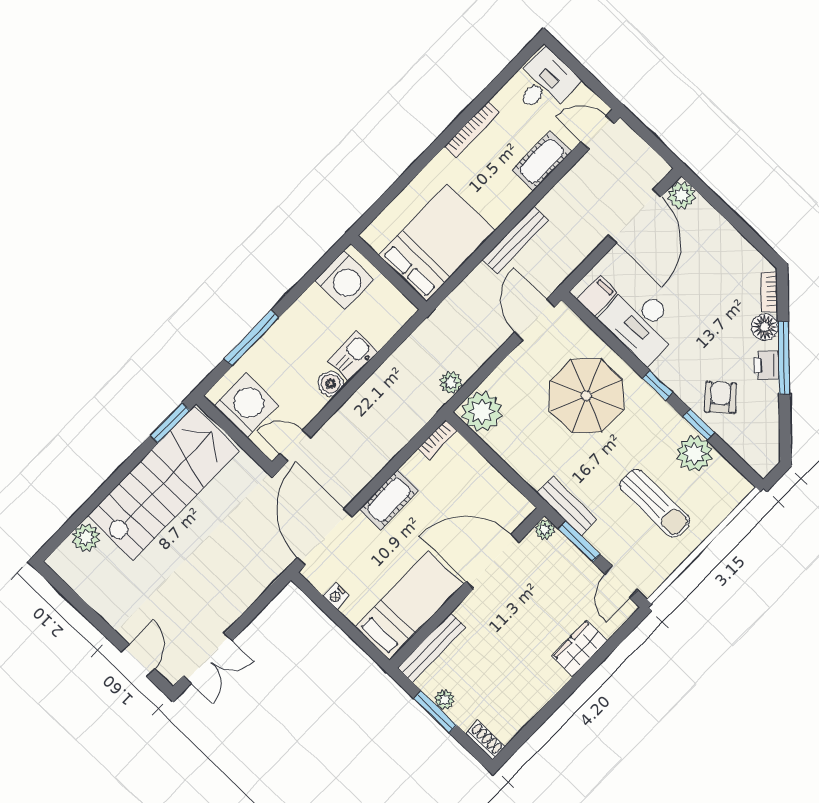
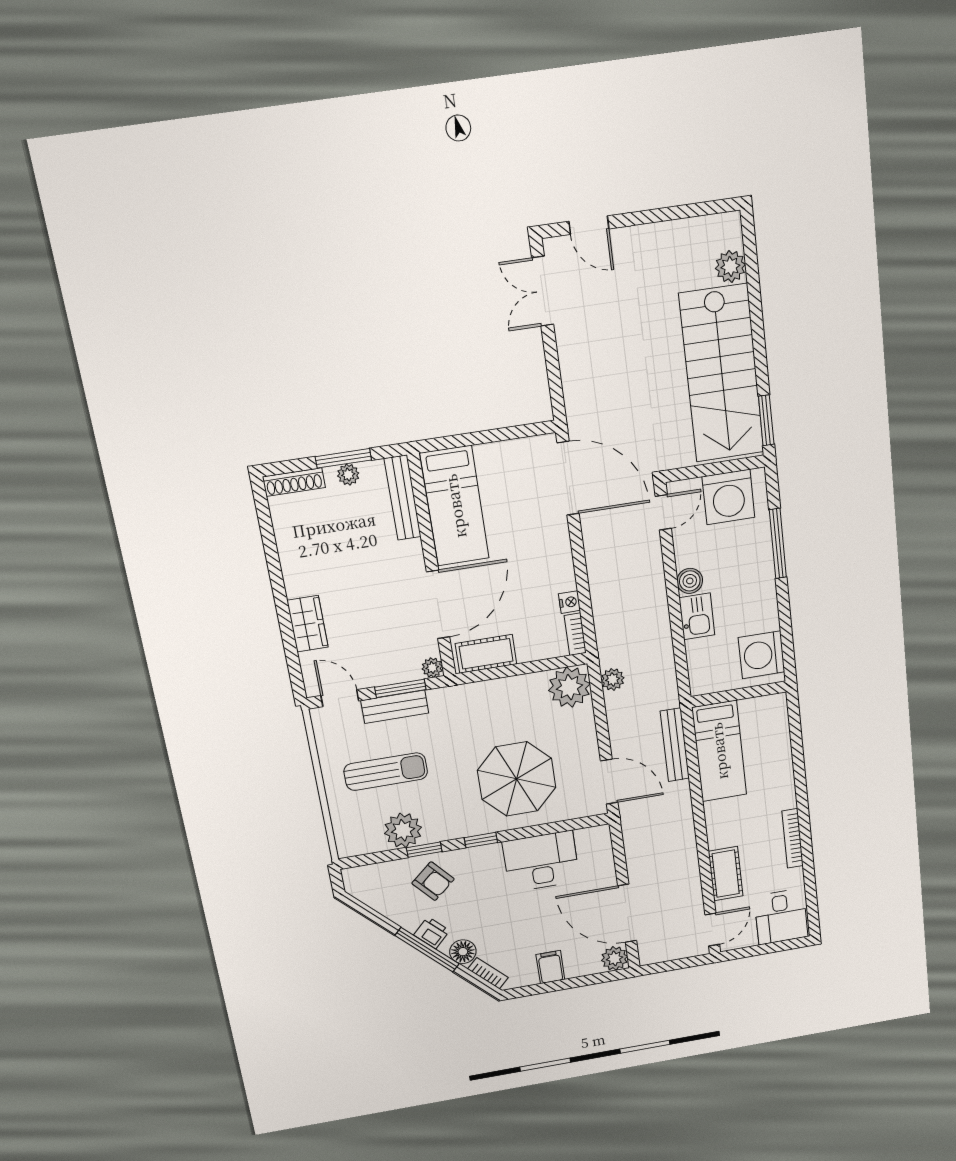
bench: (516, 240) -> (675, 745), moved
bed: (437, 243) -> (719, 751), width x0.67
filing cabinet: (597, 296) -> (550, 967), moved, turned 180
cot: (389, 500) -> (486, 654), moved, turned 90
sun lounger: (655, 503) -> (386, 772), turned 180
bench: (567, 506) -> (395, 707), moved
nightstand: (336, 596) -> (569, 602), moved, turned 90
shoe rack: (485, 740) -> (294, 482), width x1.43

